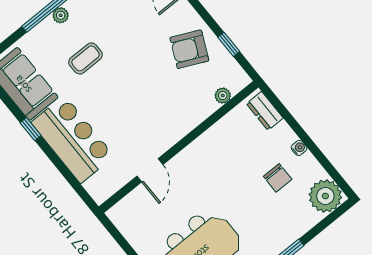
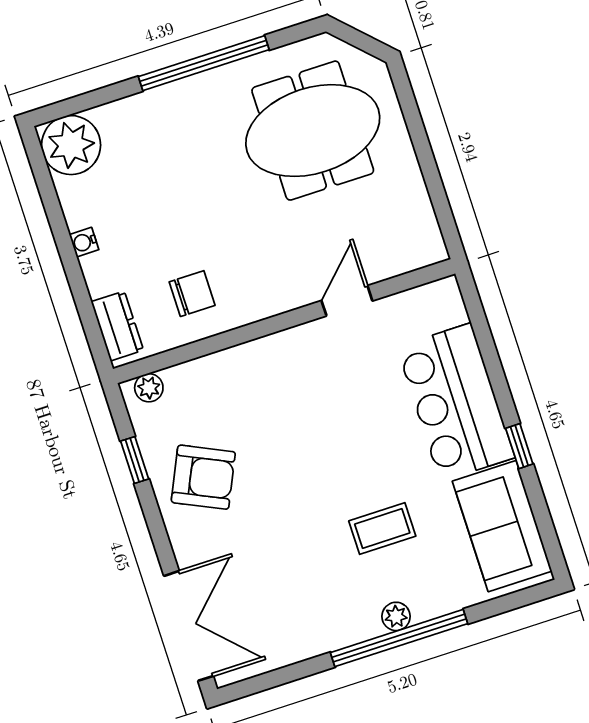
plant: (223, 96) -> (149, 388), moved
chair: (278, 178) -> (192, 294), moved, turned 90

